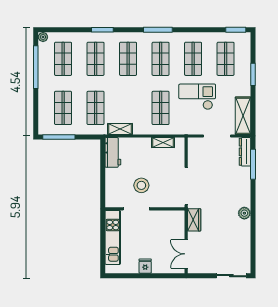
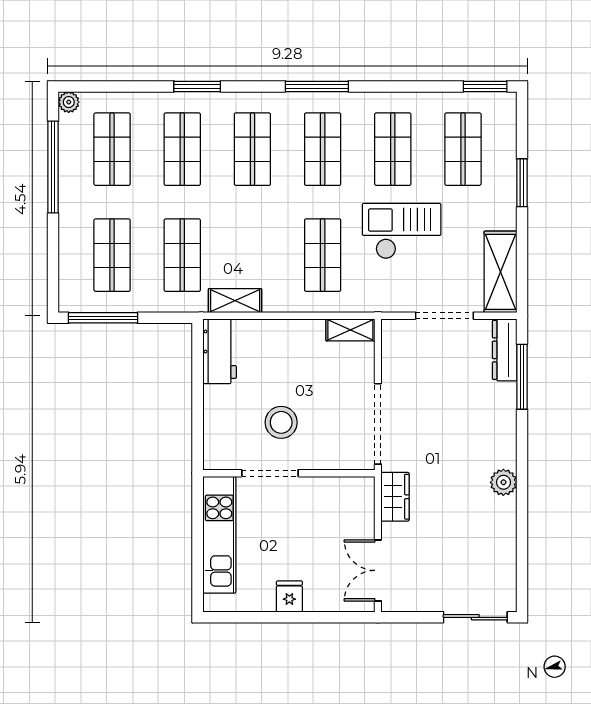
shelving: (163, 143) -> (350, 330), moved

